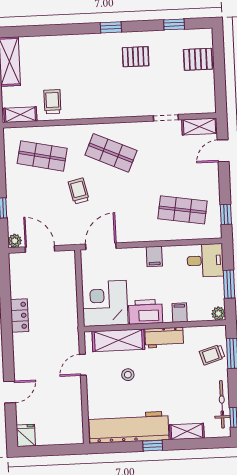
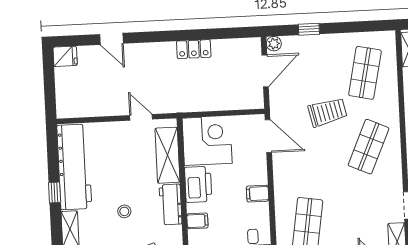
trolley: (79, 191) -> (328, 112), width x1.36, depth x1.39
stool: (128, 375) -> (124, 211), moved

